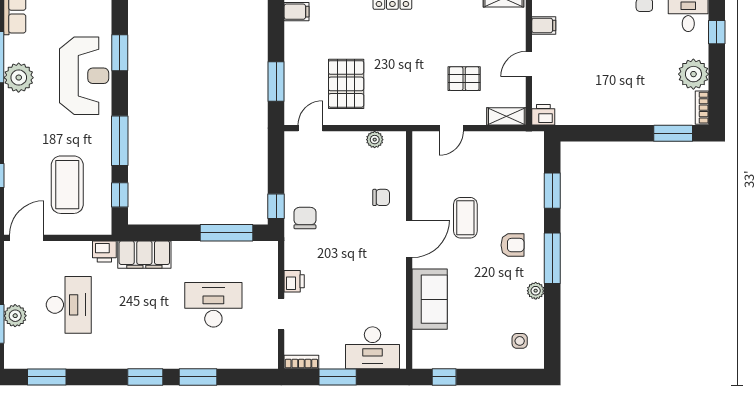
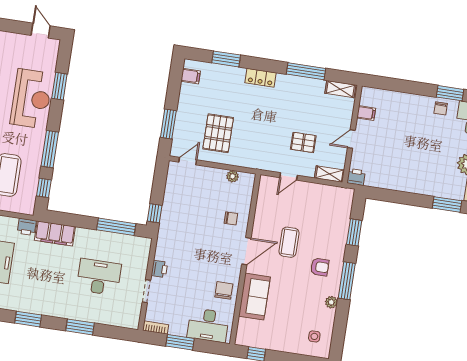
chair: (305, 218) -> (224, 290), moved
window: (145, 377) -> (28, 319), moved

